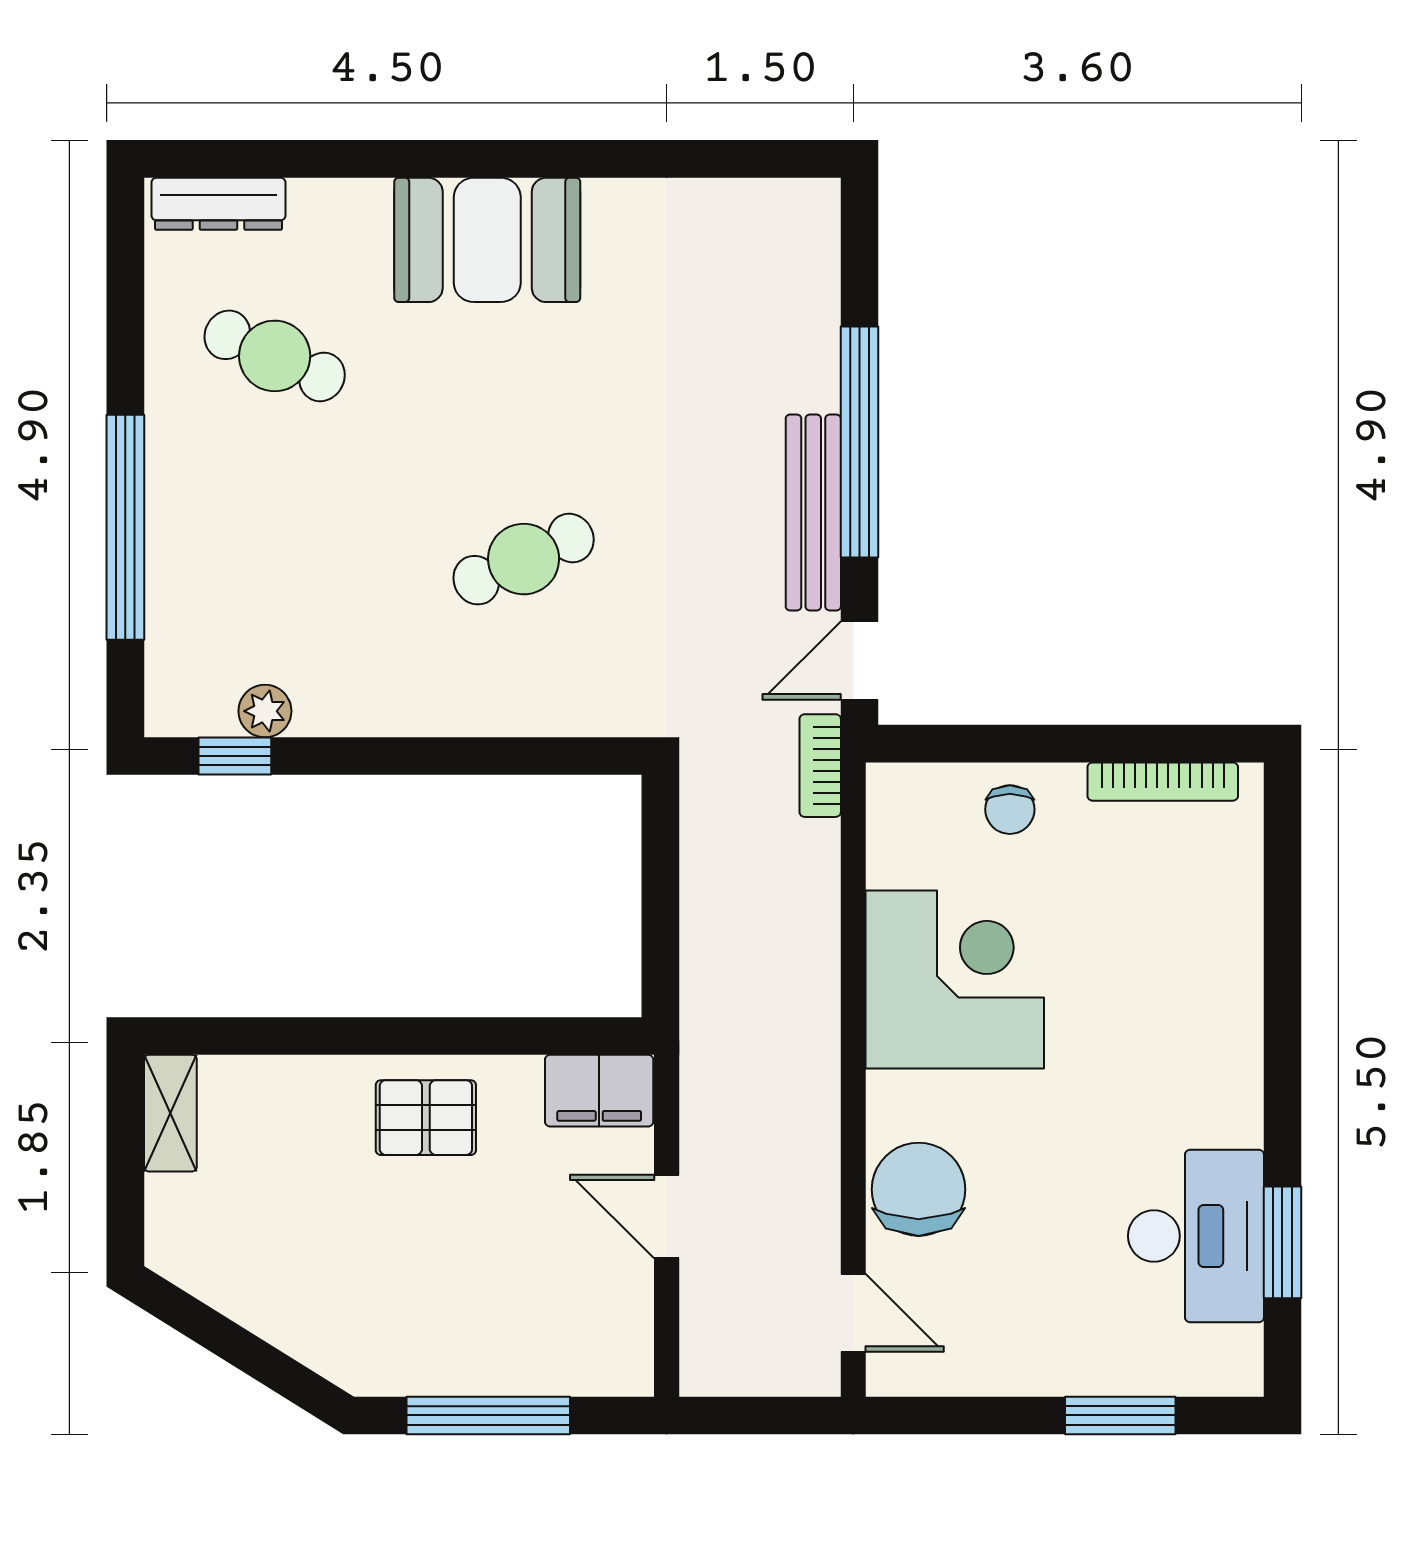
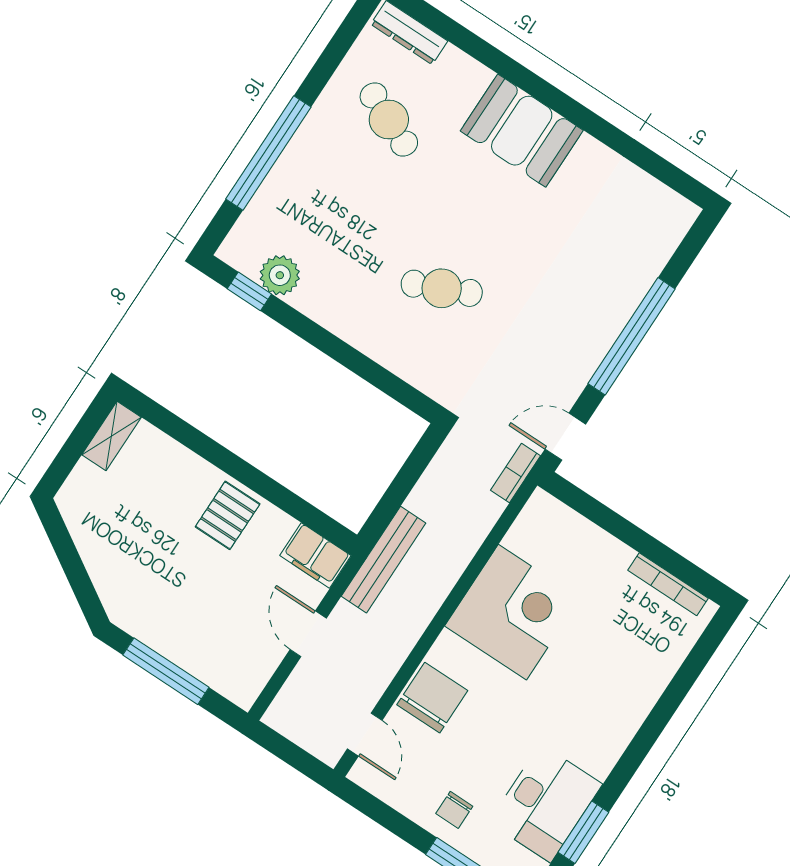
bench: (813, 512) -> (383, 560), moved
plant: (265, 711) -> (280, 275), width x1.38, depth x1.38
chair: (1010, 810) -> (454, 810), moved
pallet: (426, 1118) -> (228, 515), turned 90

